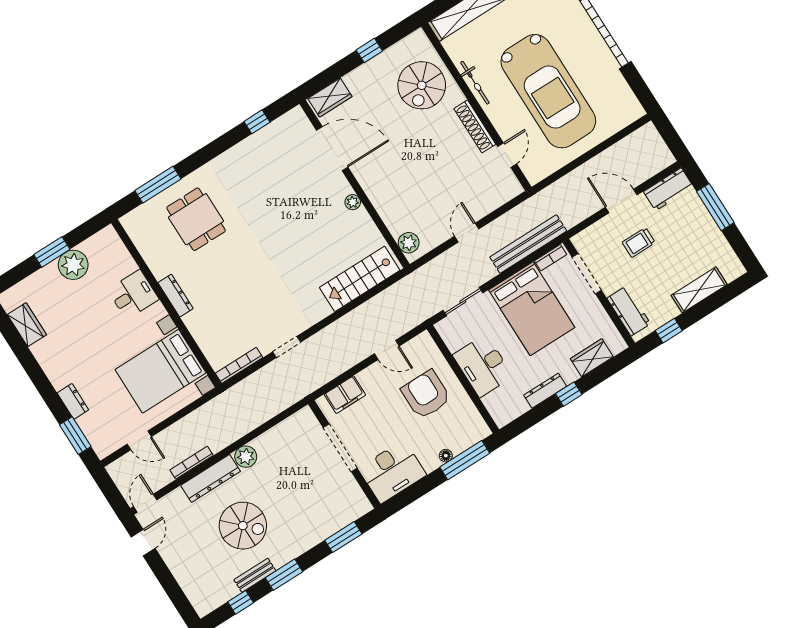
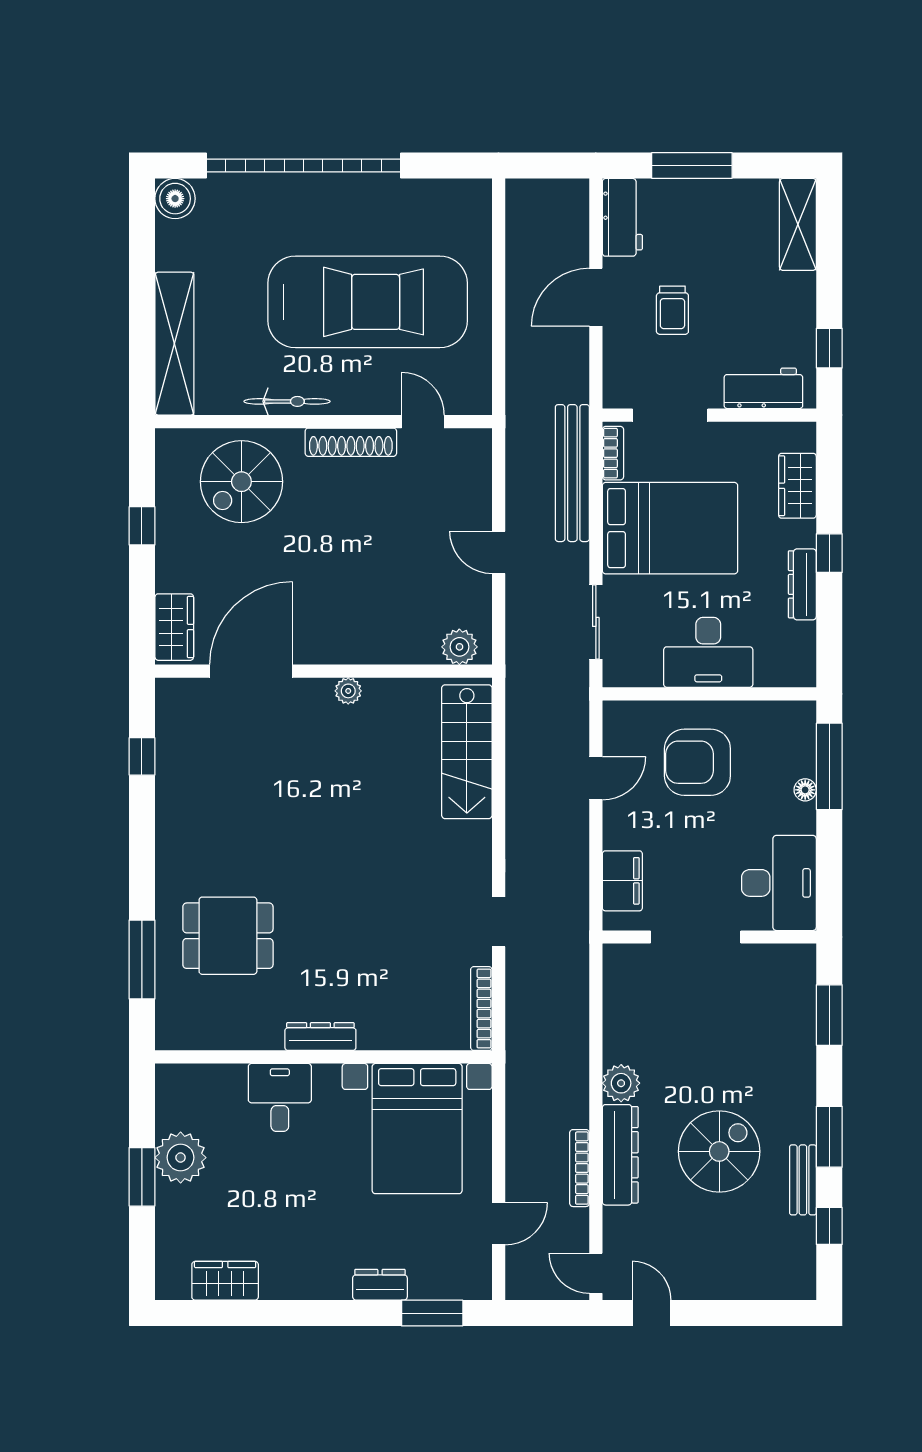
spiral stairs: (422, 85) -> (241, 482), turned 90
shelving: (699, 290) -> (798, 224), moved

